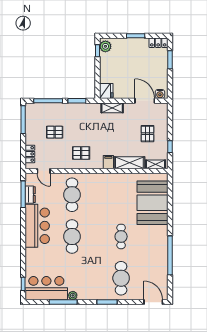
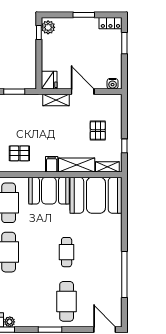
door: (145, 101) -> (83, 92), moved
booth: (106, 184) -> (49, 191), added
booth: (152, 203) -> (96, 195), moved, turned 90

